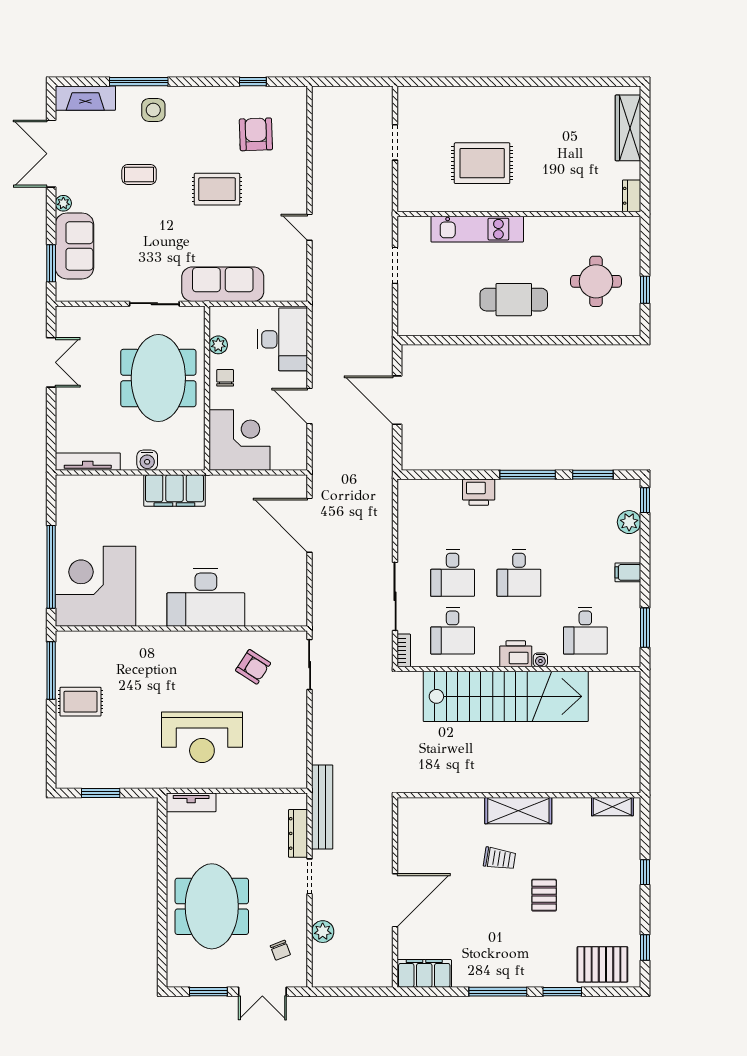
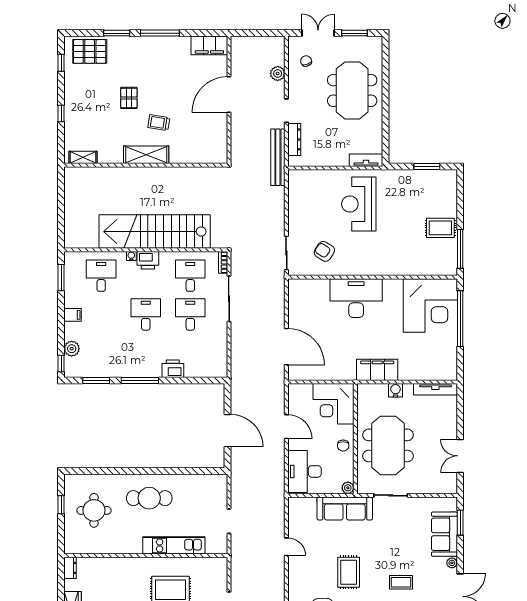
rug: (217, 189) -> (349, 572), turned 90
plant: (218, 345) -> (348, 488), moved
reception desk: (202, 737) -> (359, 204), turned -90

